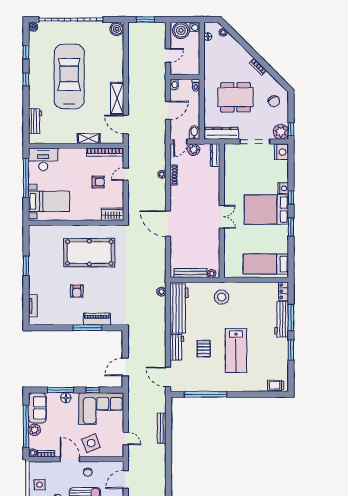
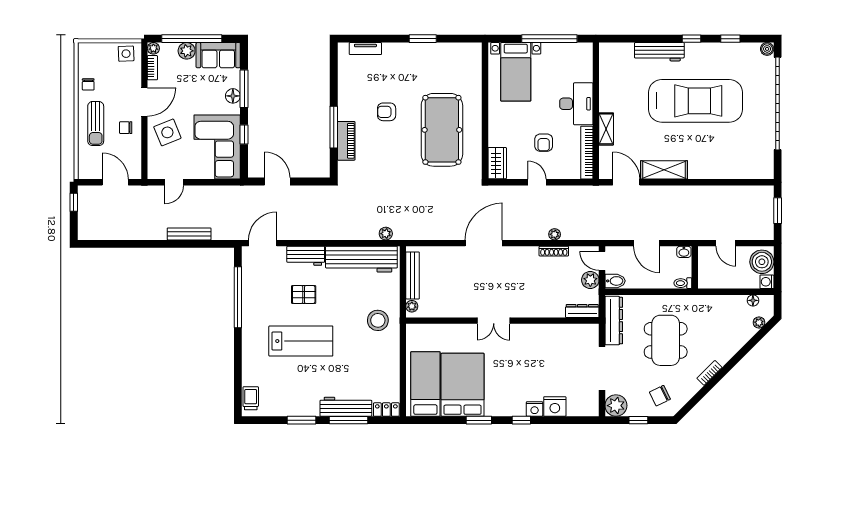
boiler: (117, 29) -> (764, 169), removed
workbench: (35, 121) -> (659, 52), moved, width x1.38
door: (126, 125) -> (626, 182), hinge flipped
window: (291, 129) -> (638, 420), moved
nightstand: (281, 152) -> (555, 406), moved
desk: (43, 159) -> (576, 104), moved
door: (126, 174) -> (537, 182), moved
bed: (266, 210) -> (463, 385), moved
lab bench: (236, 351) -> (301, 341), turned 180
side table: (40, 485) -> (126, 54), moved

